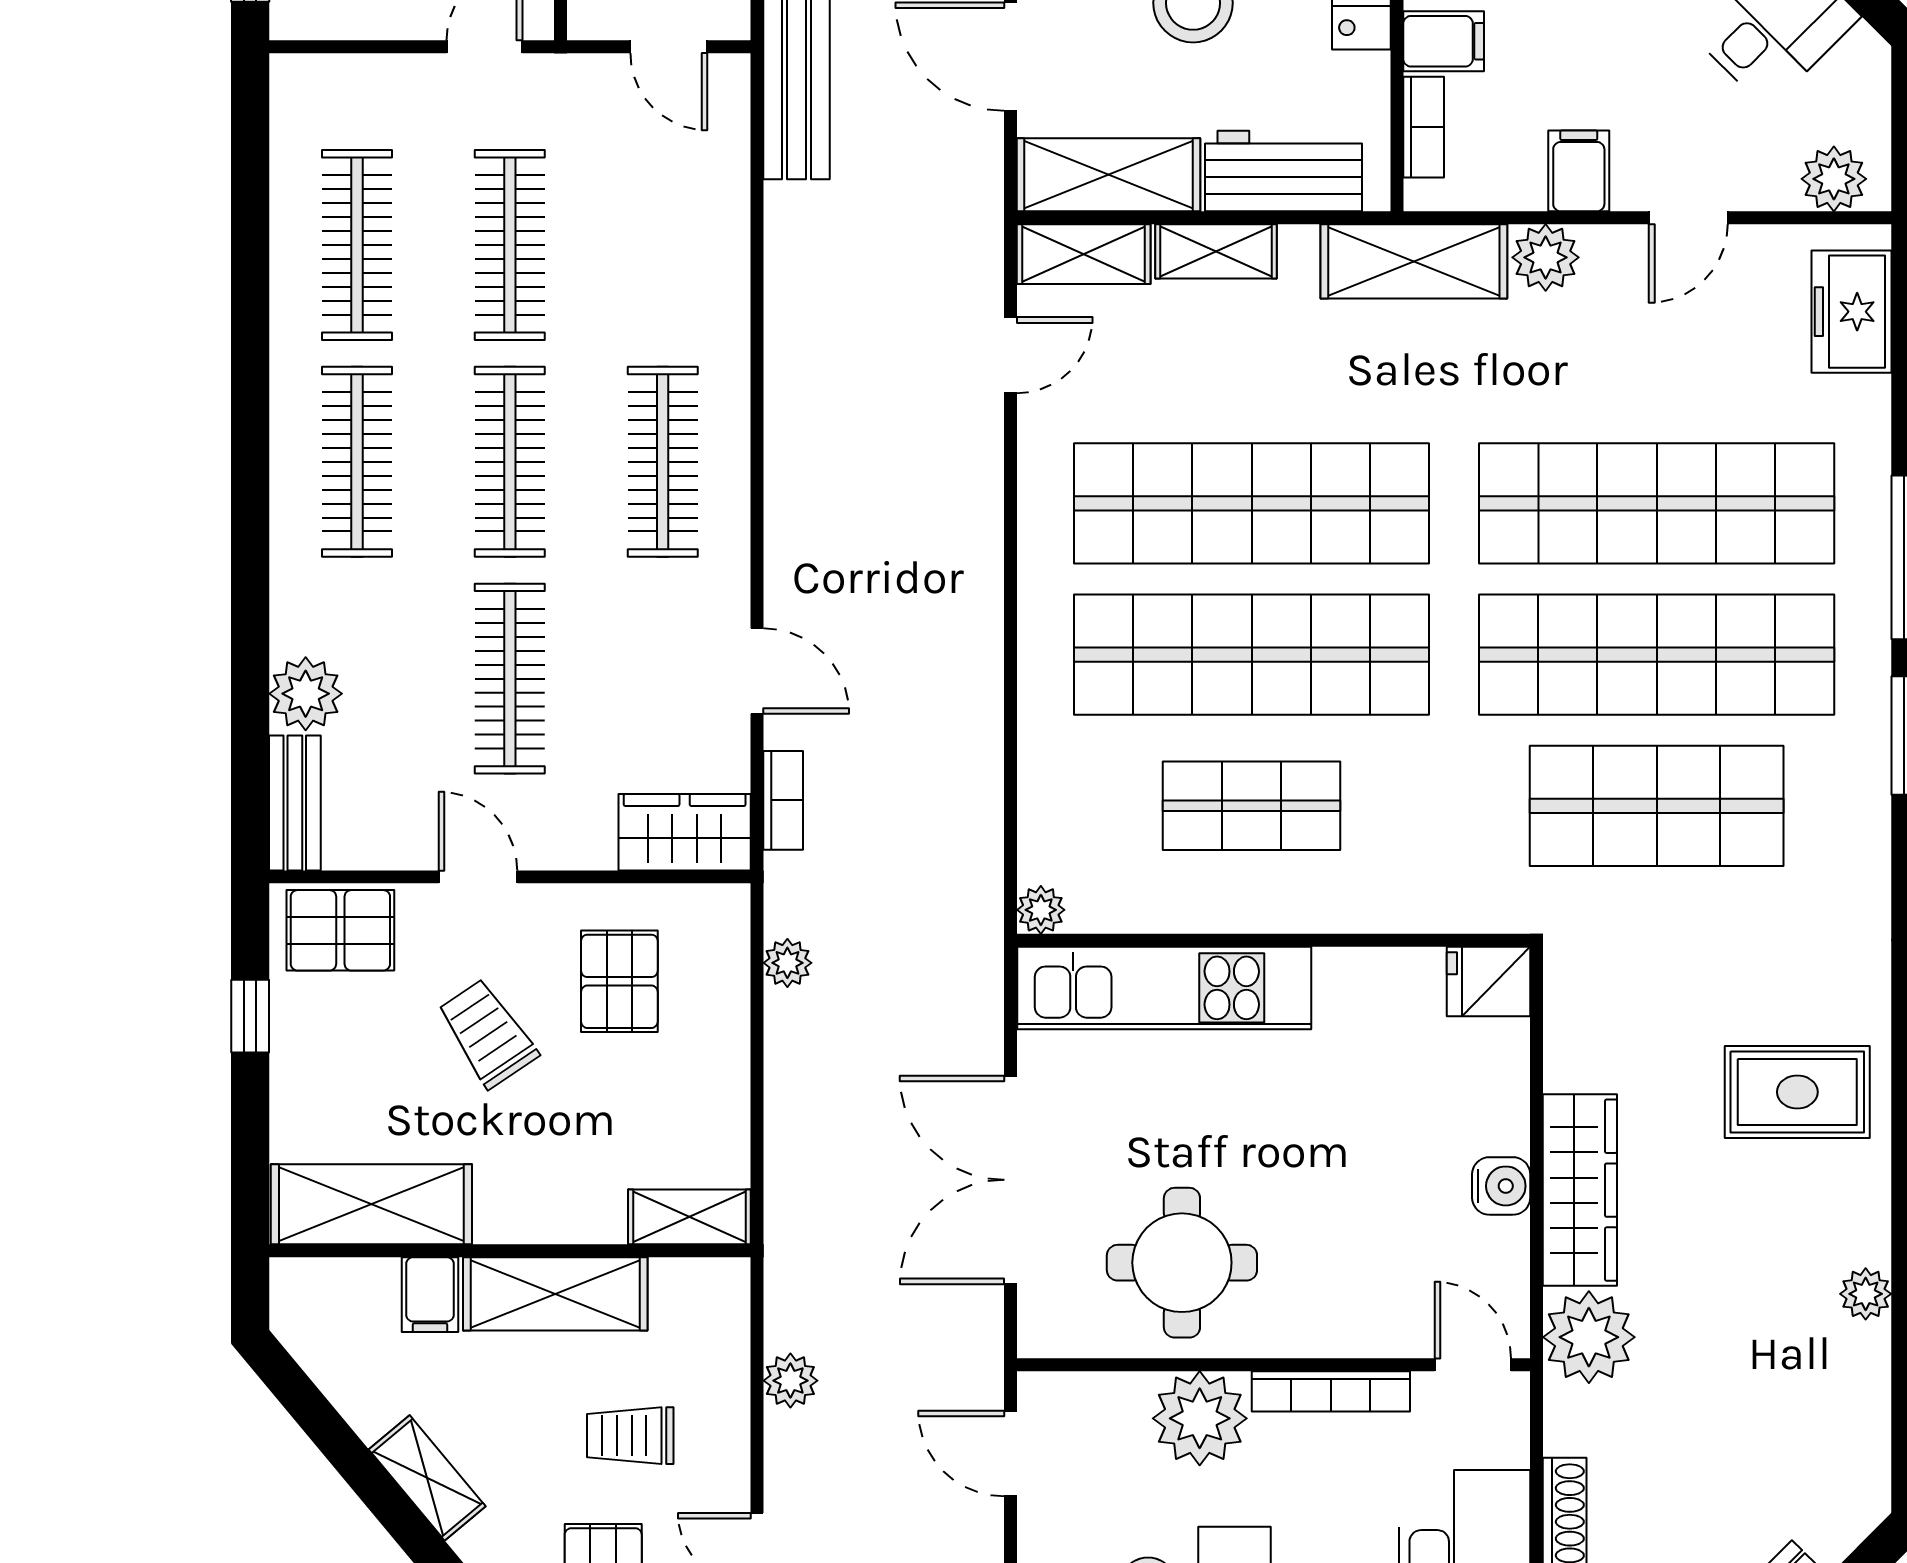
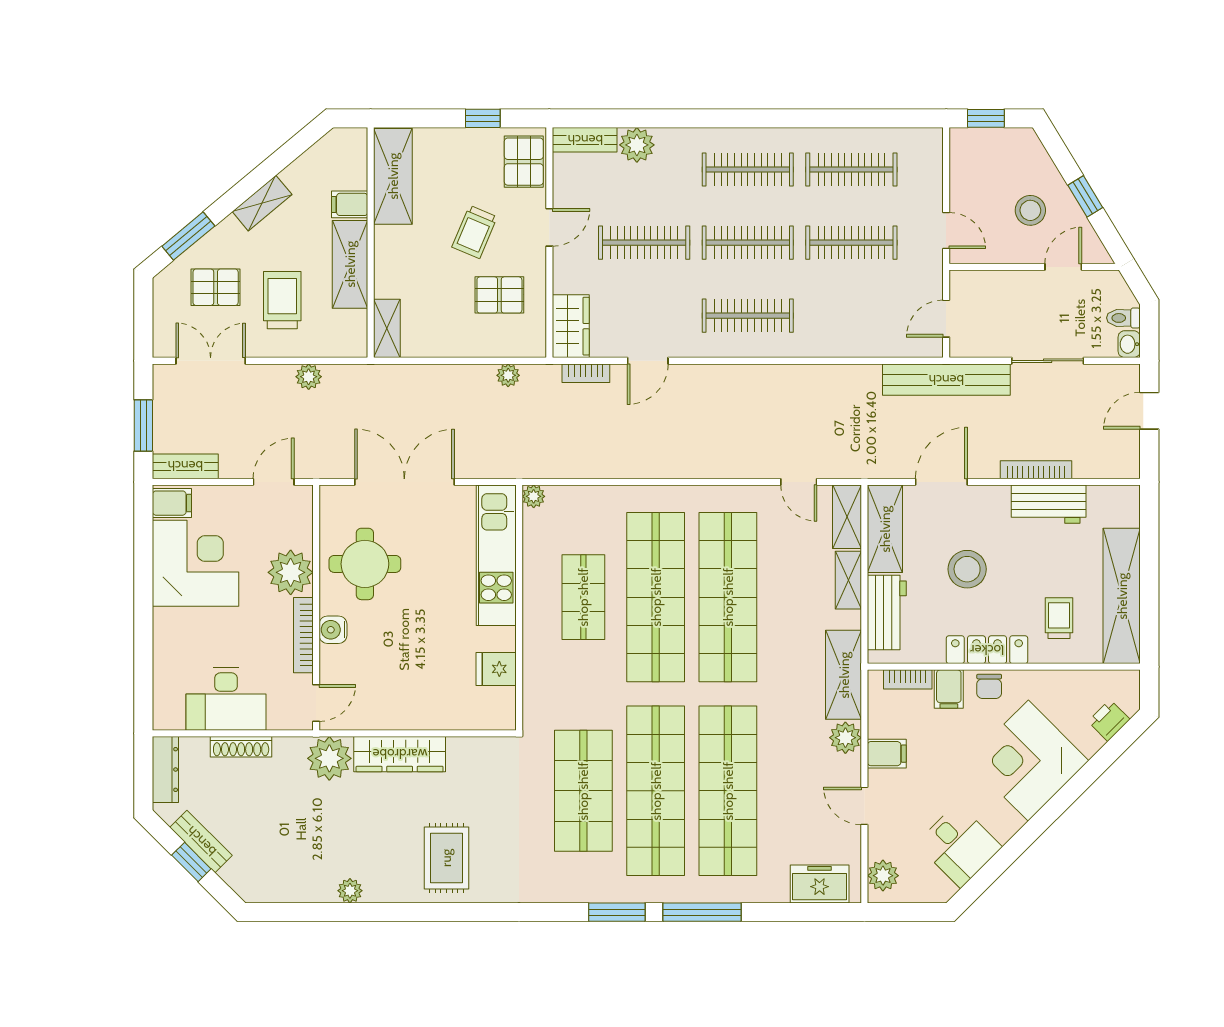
fridge: (1488, 981) -> (496, 669), moved, turned -90
trolley: (487, 1033) -> (475, 232), turned 147
water cooler: (1501, 1186) -> (333, 630), moved, turned 90
trolley: (630, 1436) -> (282, 300), width x1.36, depth x1.39

